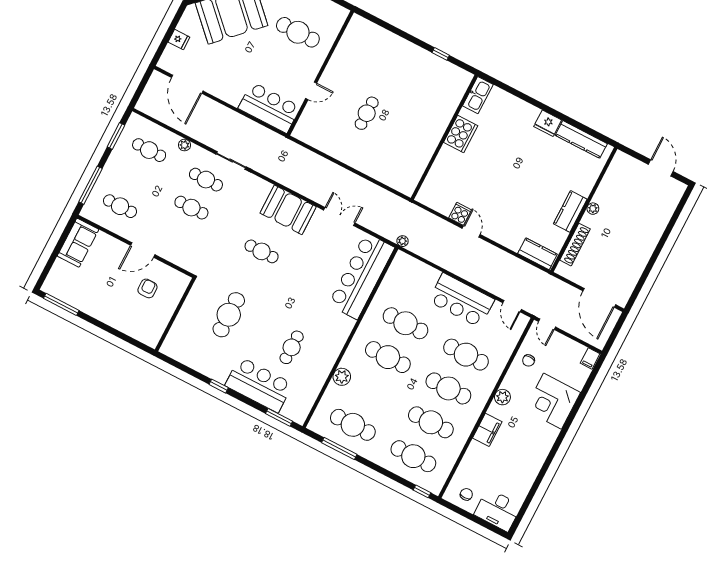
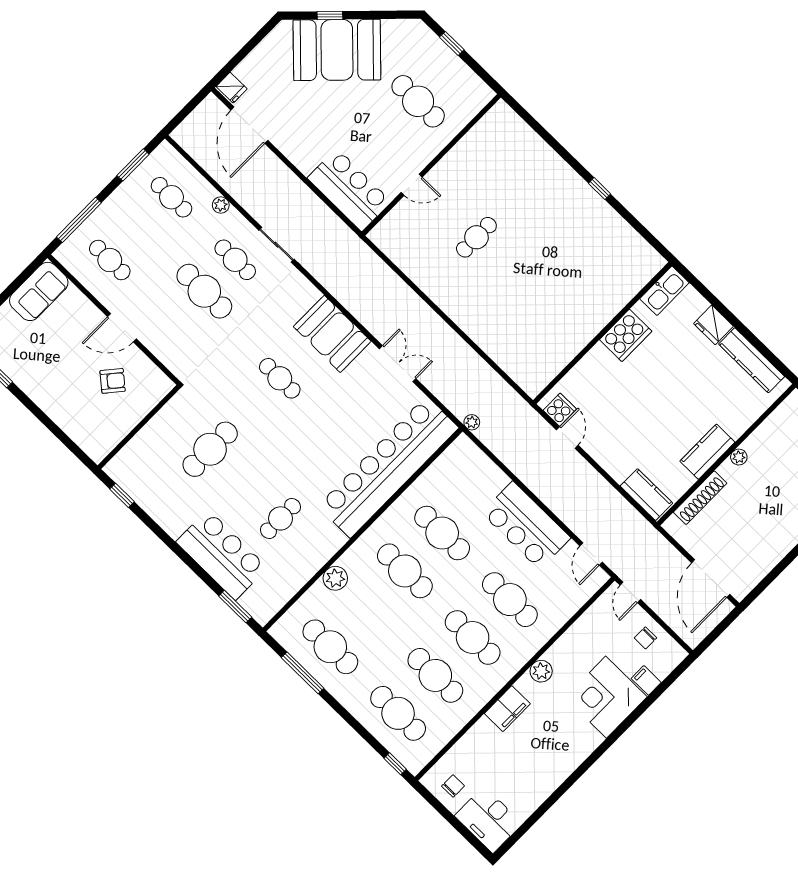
fridge: (179, 40) -> (232, 88), moved
kitchen sink: (478, 95) -> (664, 291), moved
cooker: (461, 134) -> (626, 335), moved
wall: (444, 137) -> (602, 333), moved
cafe table: (191, 208) -> (204, 291), width x1.37, depth x1.35
bar counter: (361, 276) -> (388, 467), width x1.36
armchair: (147, 288) -> (113, 381), turned 40
filing cabinet: (590, 358) -> (646, 680), moved, turned 90
chair: (529, 360) -> (645, 638), moved
window: (219, 386) -> (122, 495), moved

